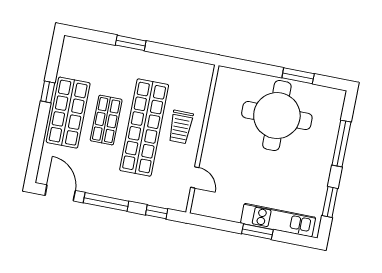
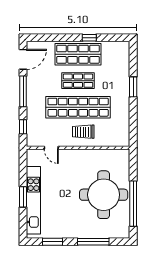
window: (298, 76) -> (133, 204), width x2.11
door: (195, 177) -> (51, 148), hinge flipped
kitchen unit: (278, 220) -> (33, 200), width x1.36

